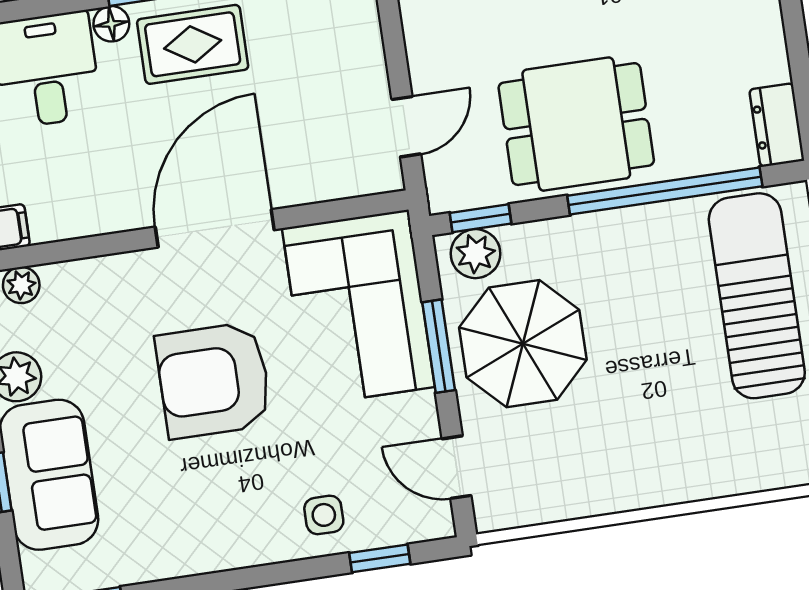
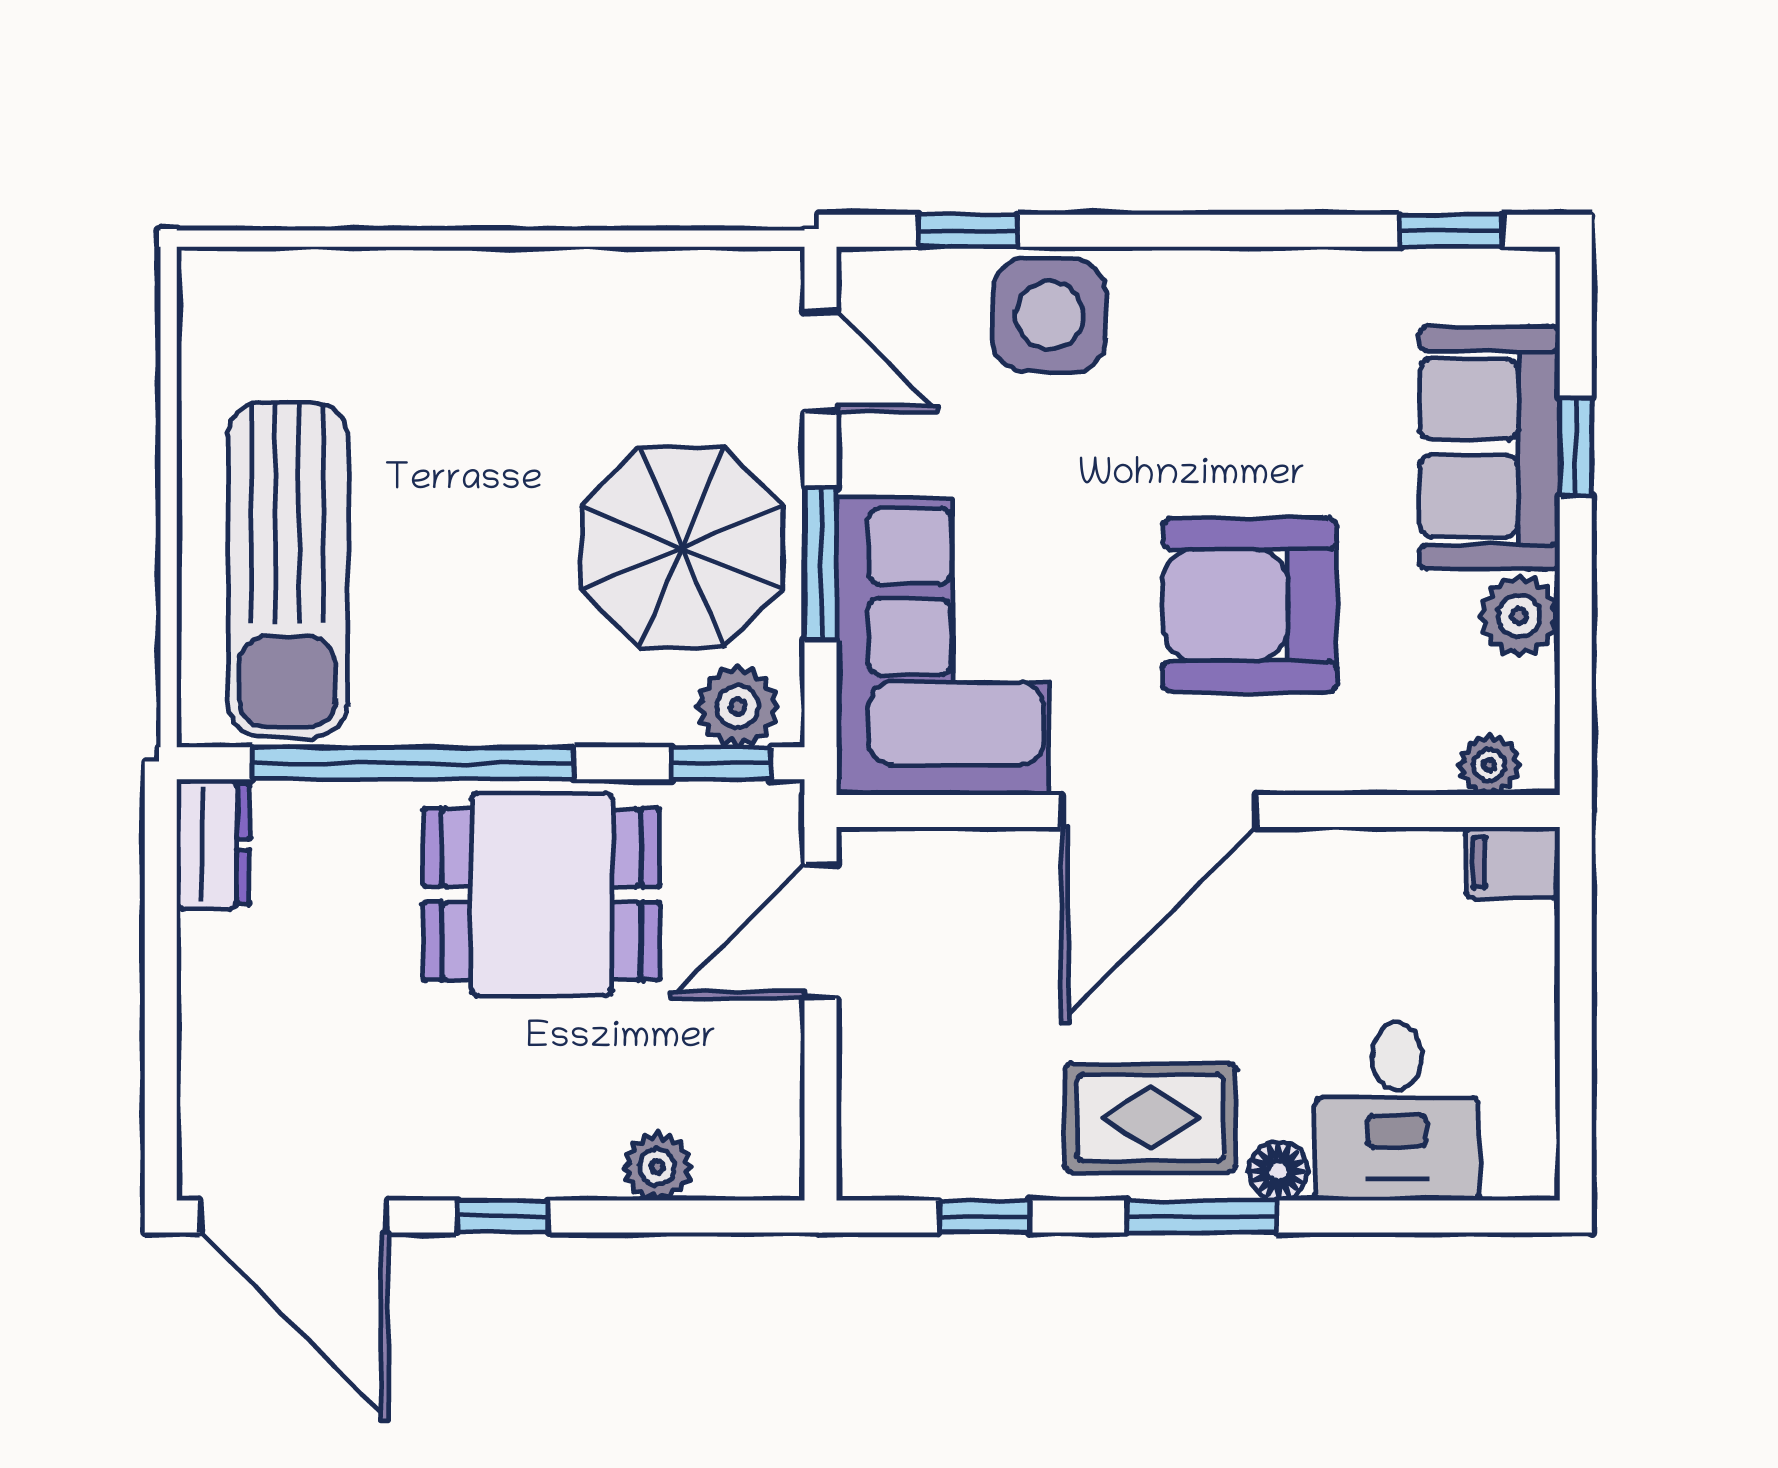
door: (406, 127) -> (821, 931), width x1.37
armchair: (214, 380) -> (1250, 605), moved, turned 180
side table: (324, 515) -> (1049, 315), width x1.87, depth x1.87

